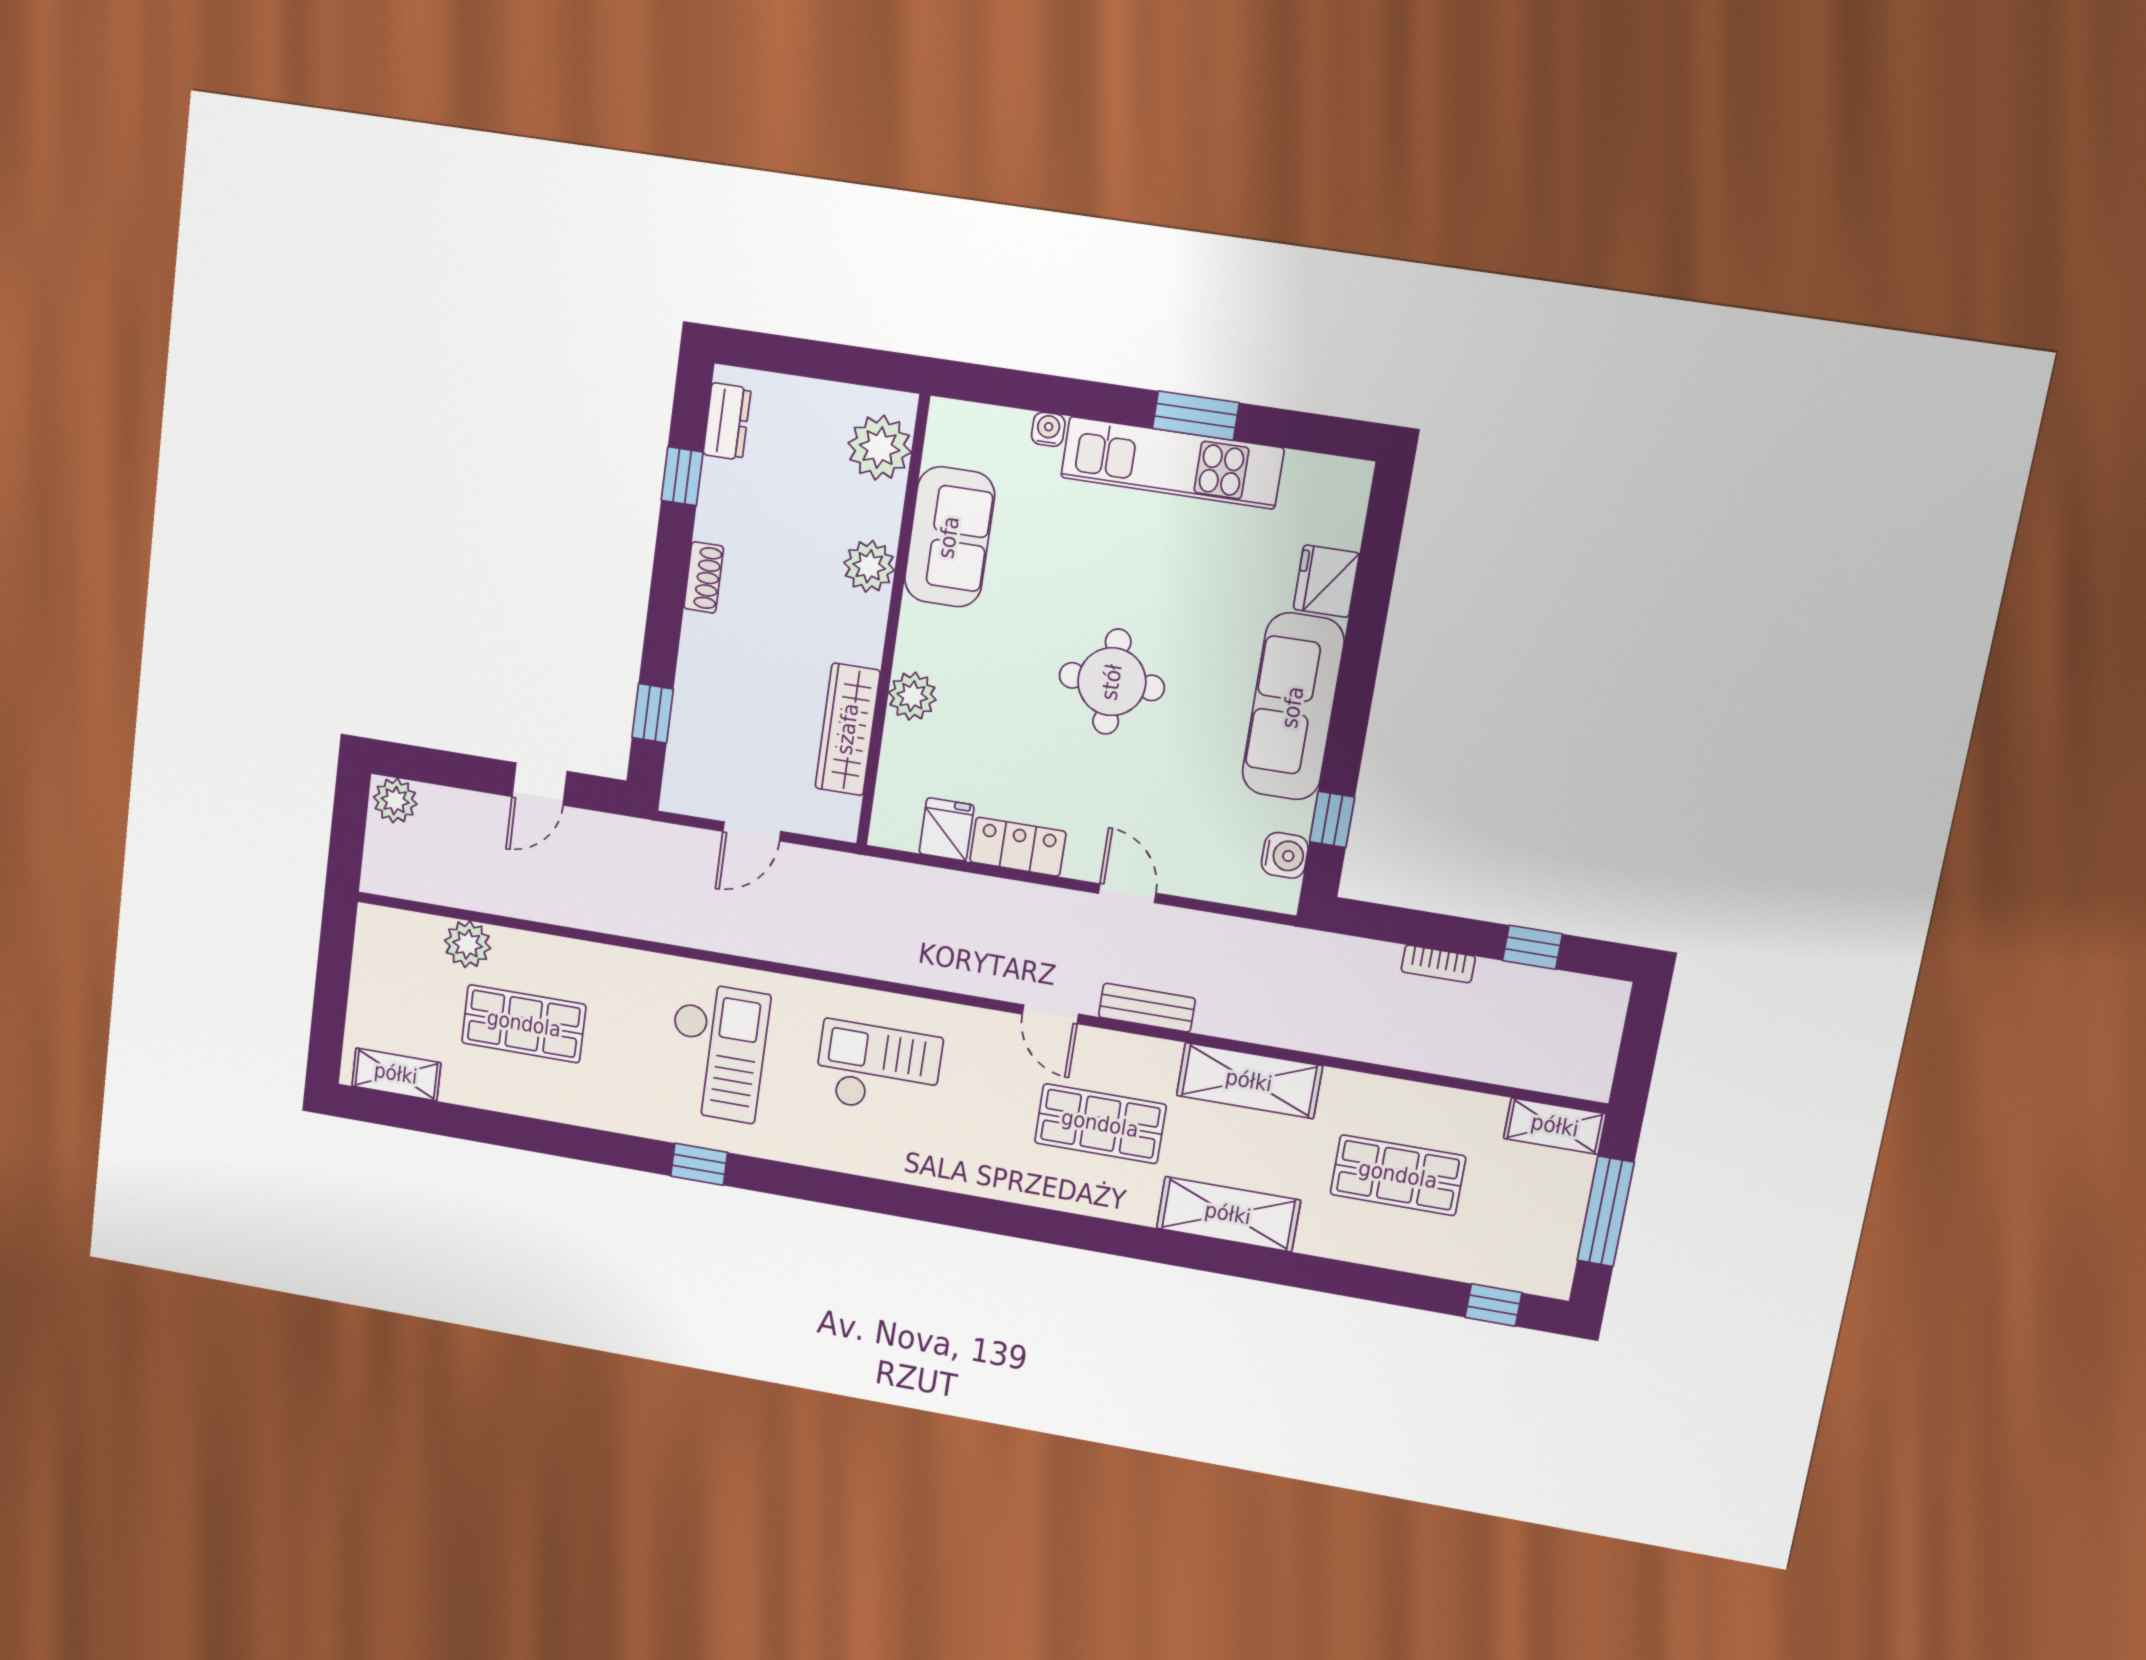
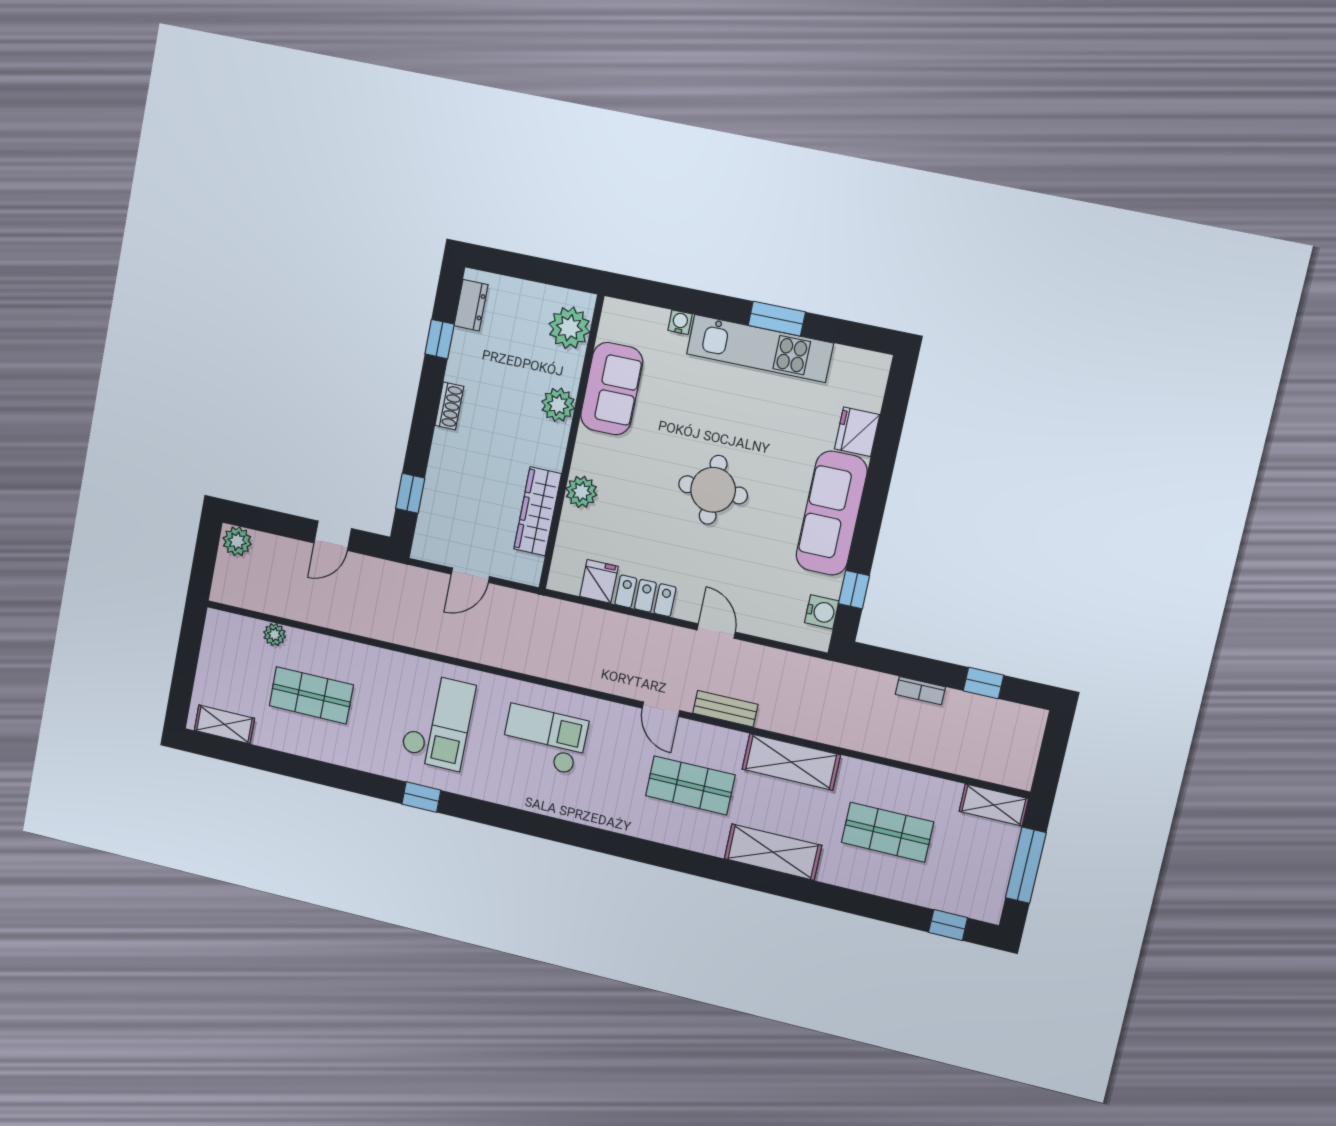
plant: (468, 944) -> (275, 635), width x0.73, depth x0.73

